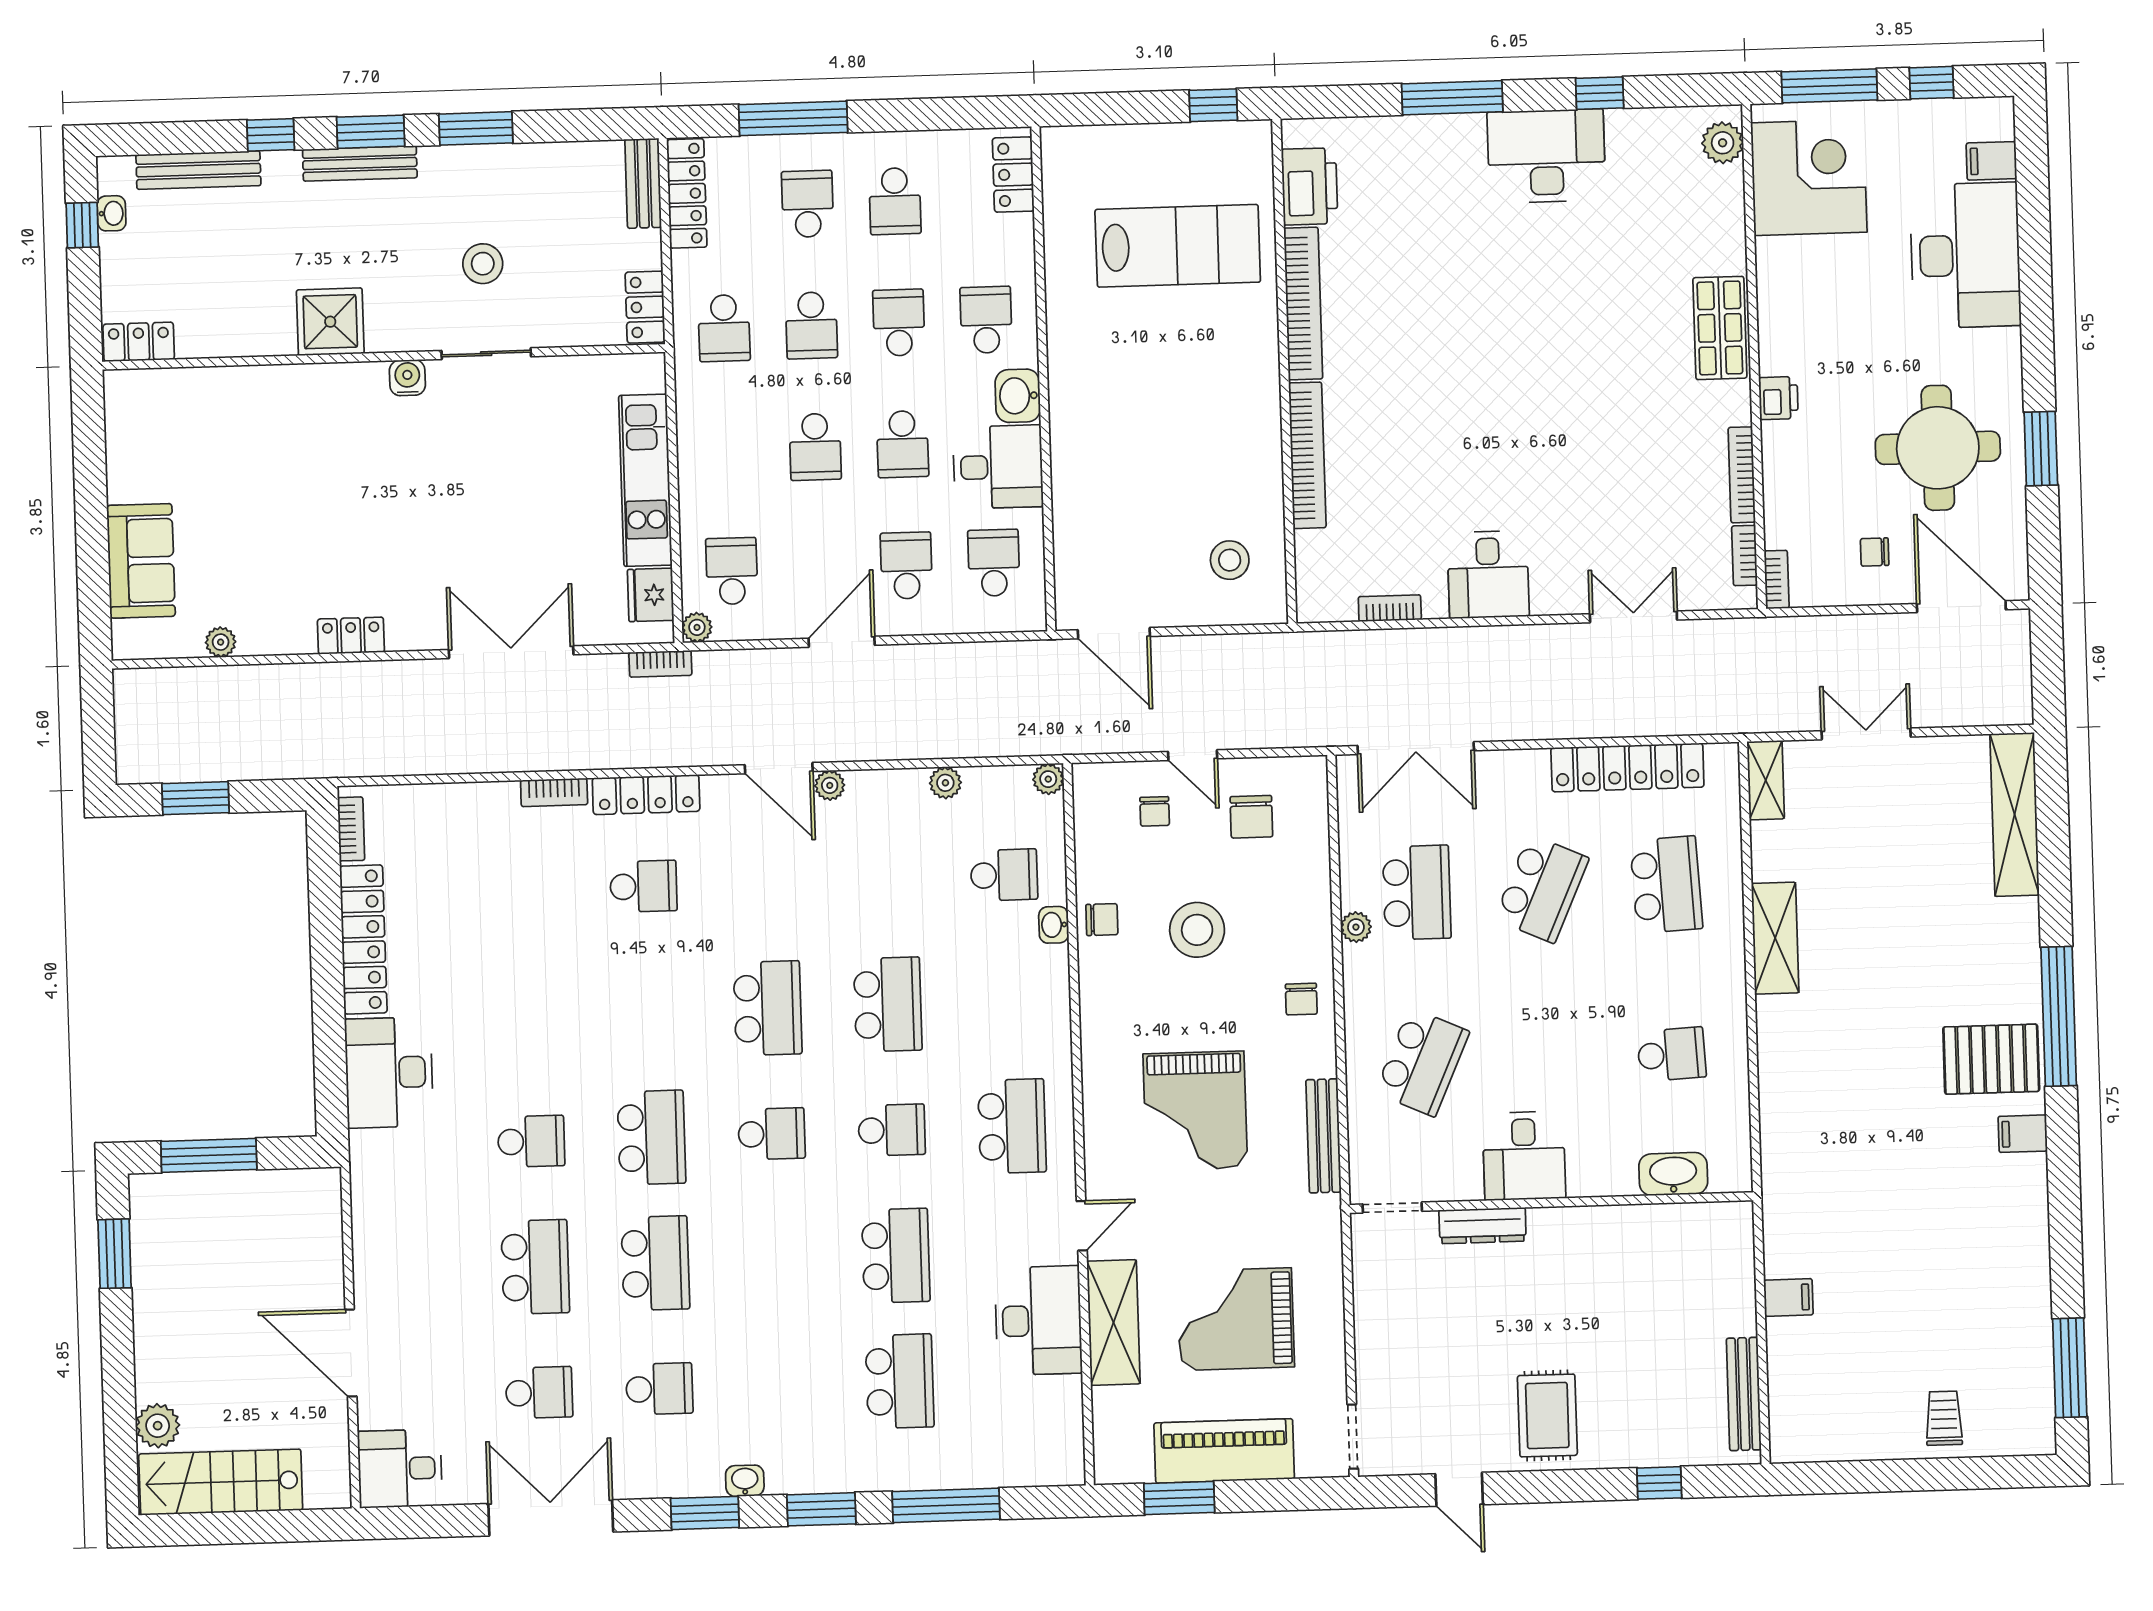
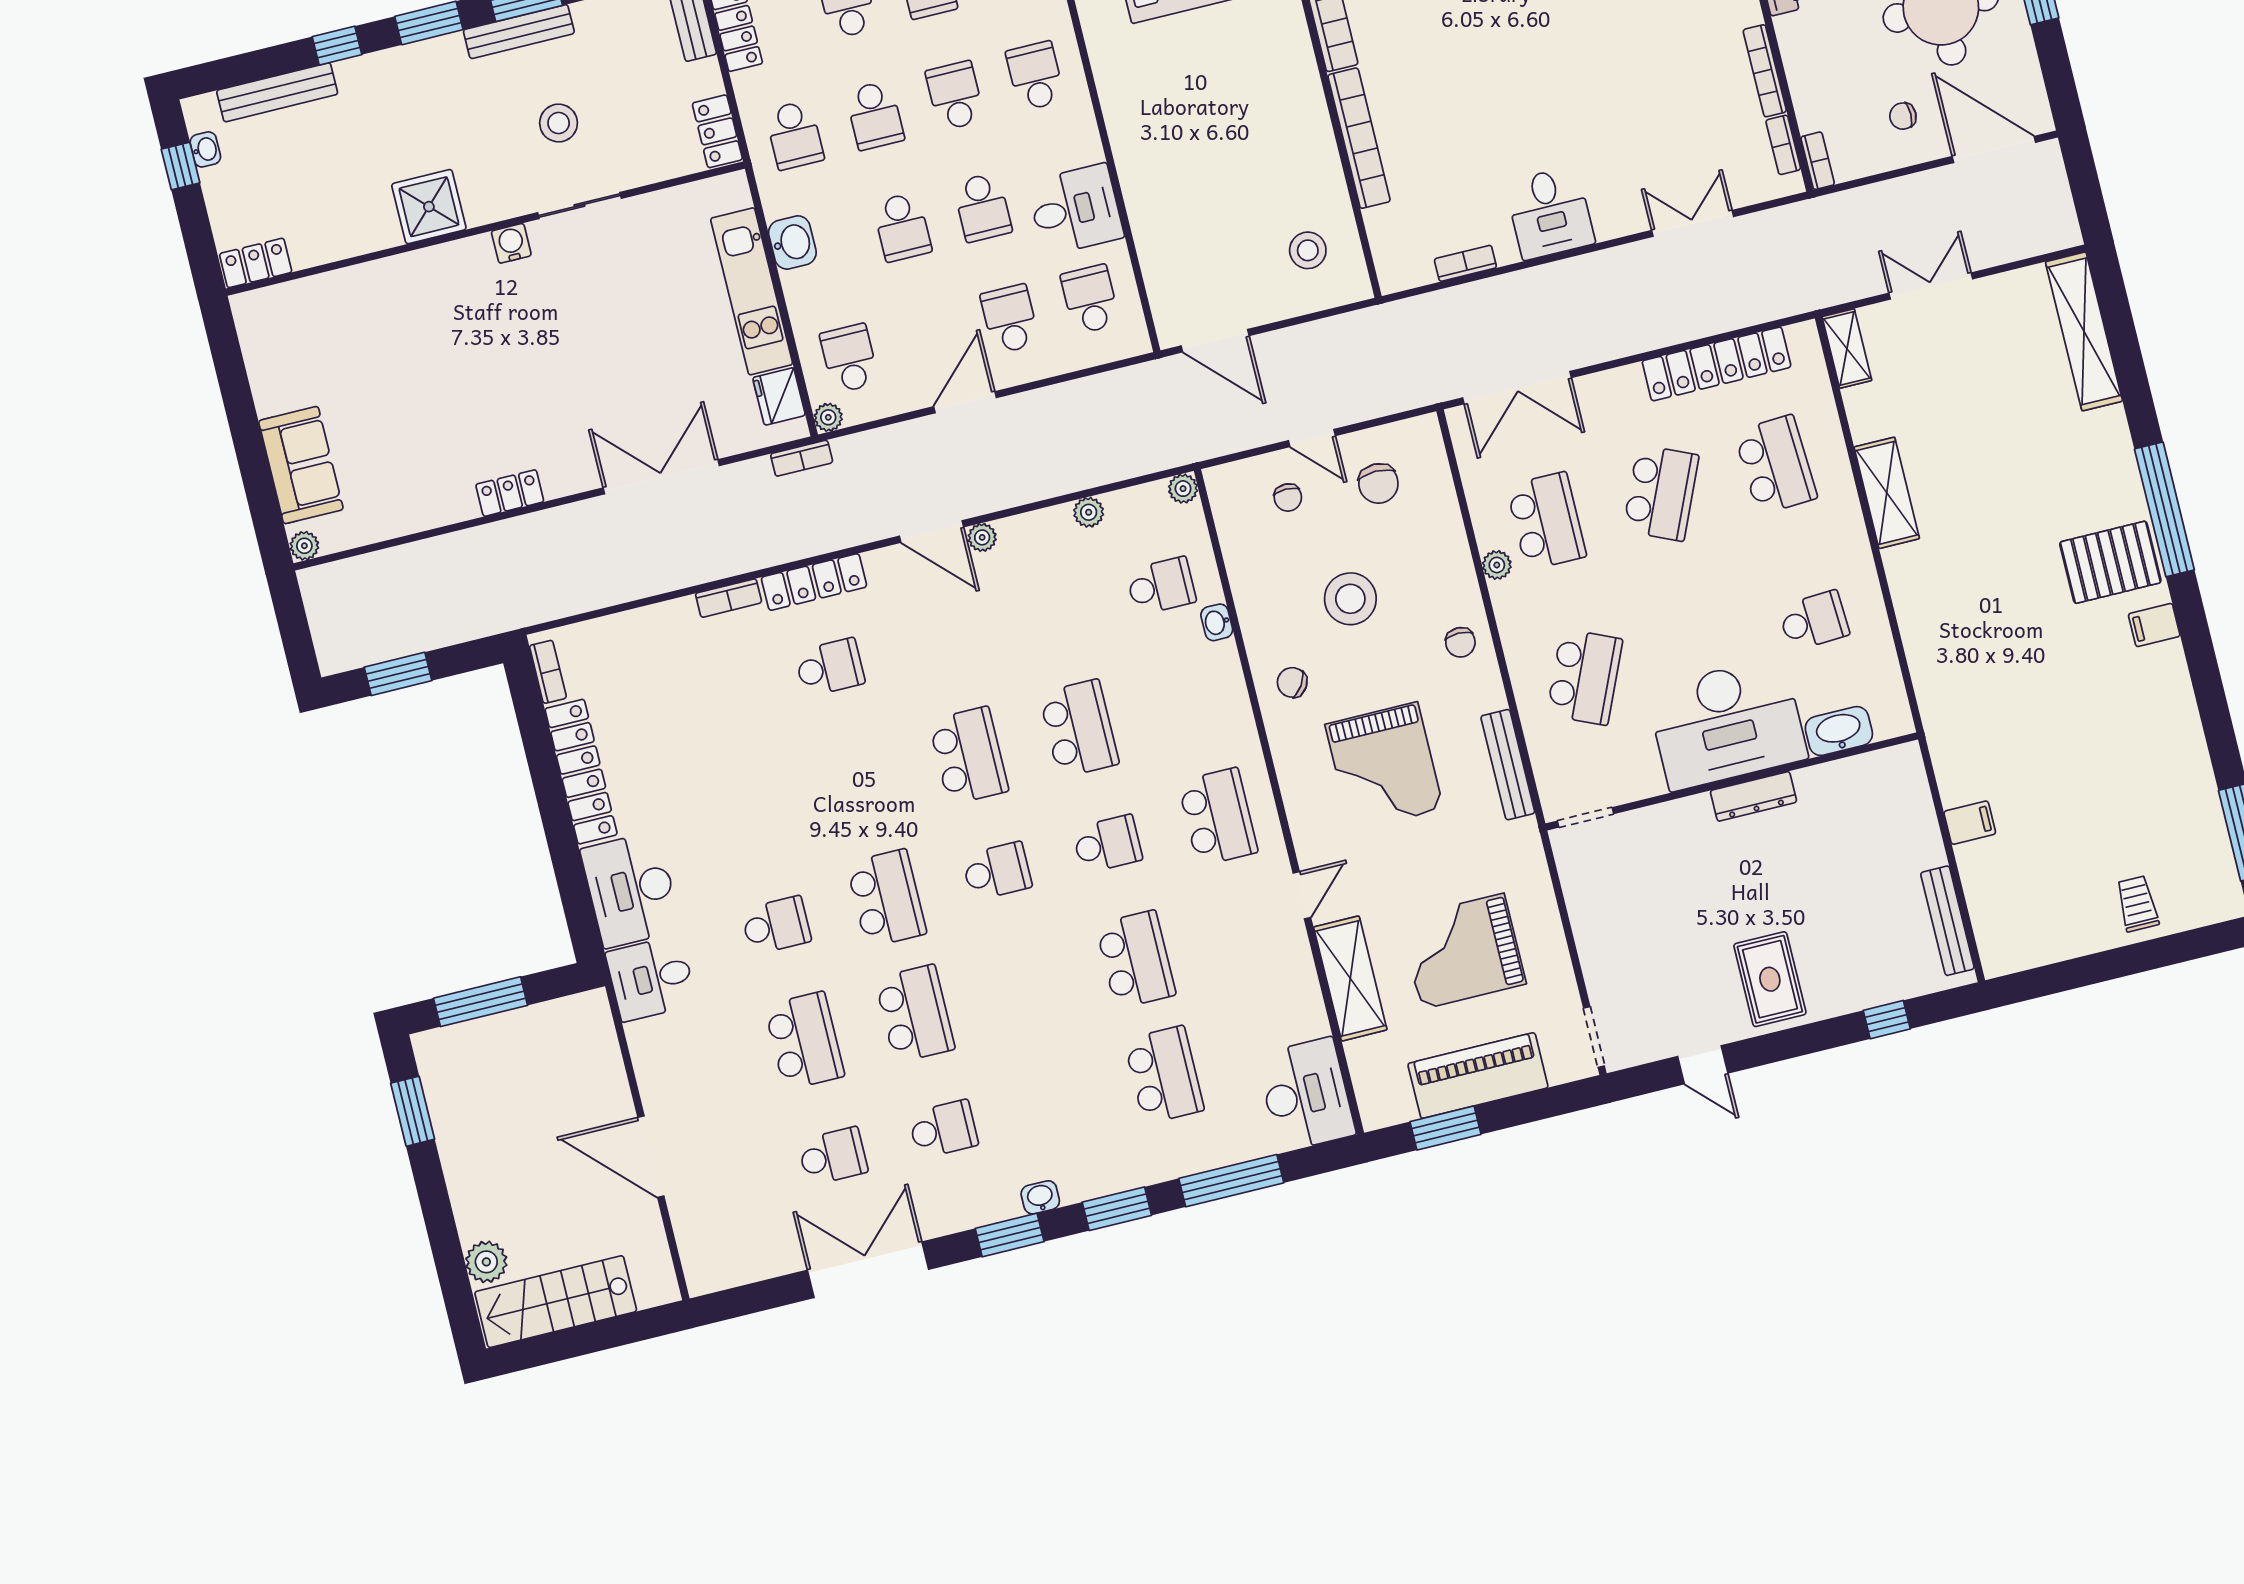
bench: (360, 164) -> (519, 32), moved
washbasin: (1018, 396) -> (792, 242), moved, turned 180
plant: (221, 642) -> (304, 546), moved
chair: (1102, 920) -> (1292, 682), moved, turned -147
desk: (1524, 1156) -> (1727, 724), width x1.87, depth x1.30
dresser: (1482, 1226) -> (1754, 796), moved
desk: (1038, 1321) -> (1306, 1095), moved
desk: (400, 1469) -> (651, 978), moved

